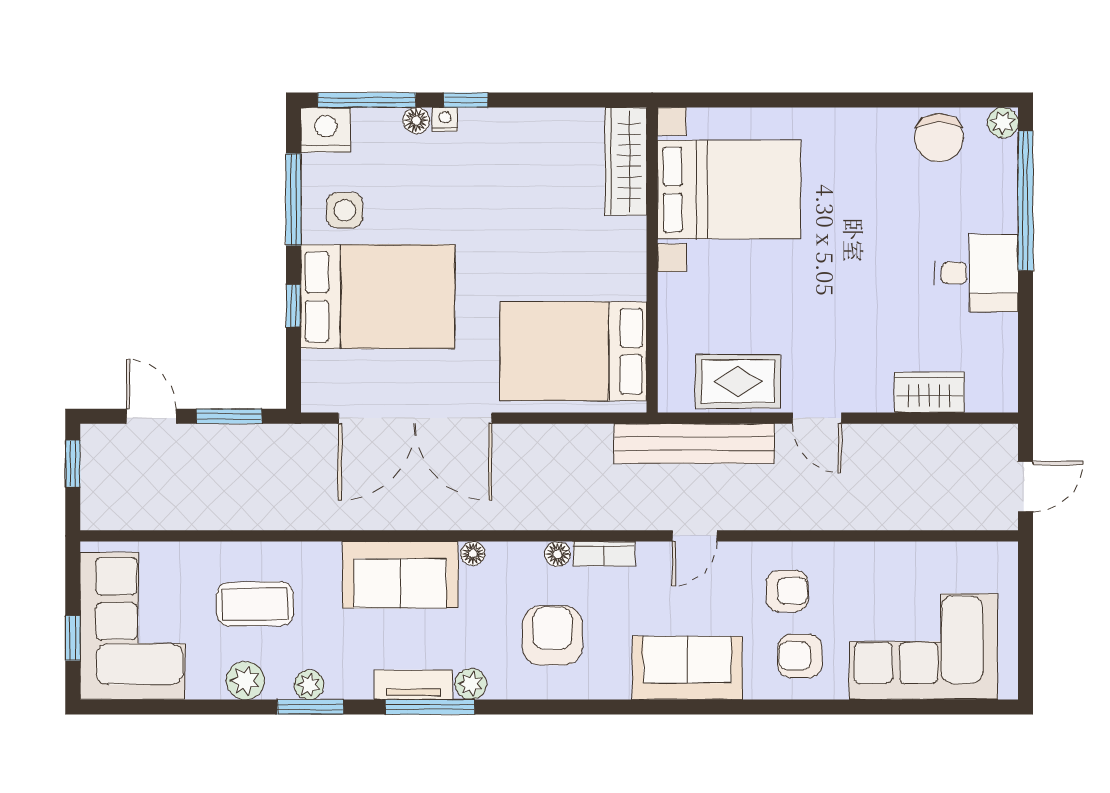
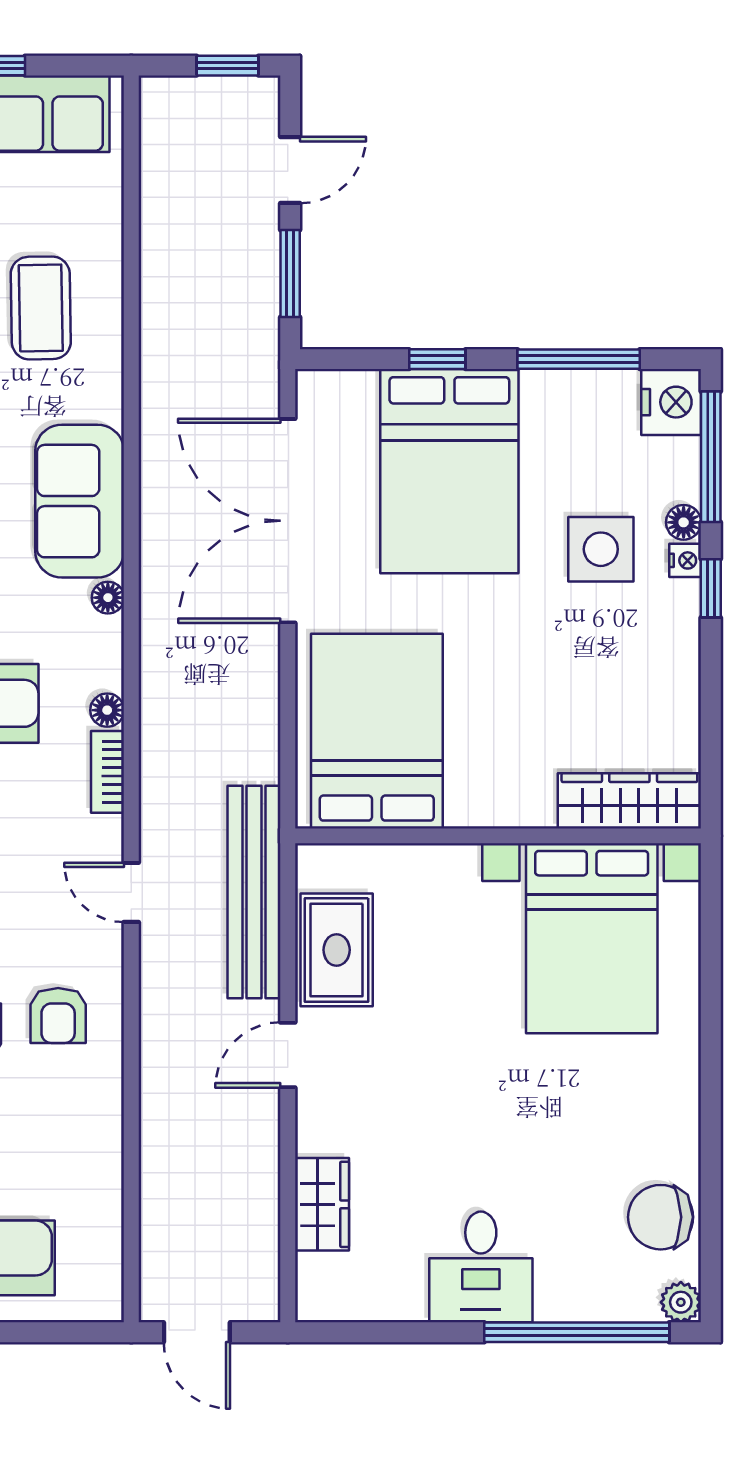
side table: (345, 210) -> (601, 549), moved, width x1.37, depth x1.37

